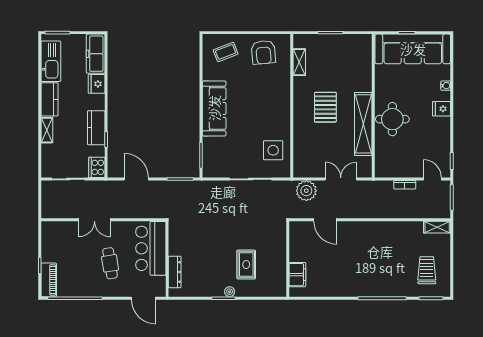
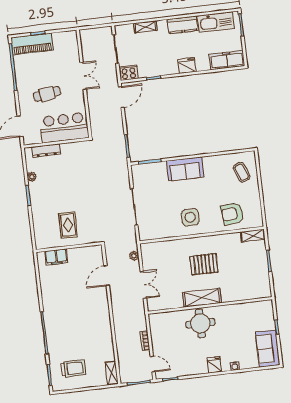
sofa: (413, 49) -> (268, 349), width x0.54, depth x0.79
armchair: (263, 52) -> (232, 214), moved
shelving: (299, 62) -> (253, 236), moved
fridge: (97, 84) -> (187, 66), moved
sofa: (214, 108) -> (185, 169), width x0.73
shelving: (363, 124) -> (202, 298), width x0.68
kitchen counter: (96, 128) -> (163, 68), removed
shelving: (47, 130) -> (145, 27), moved
side table: (273, 150) -> (190, 217), moved
door: (136, 179) -> (121, 97), moved
door: (432, 179) -> (153, 364), hinge flipped
plant: (306, 191) -> (134, 256), width x0.53, depth x0.53
double door: (94, 220) -> (83, 76), swing flipped
rug: (246, 265) -> (68, 225), moved, turned 90
piano: (49, 280) -> (32, 44), width x1.37, depth x1.33
plant: (230, 292) -> (32, 177), moved

